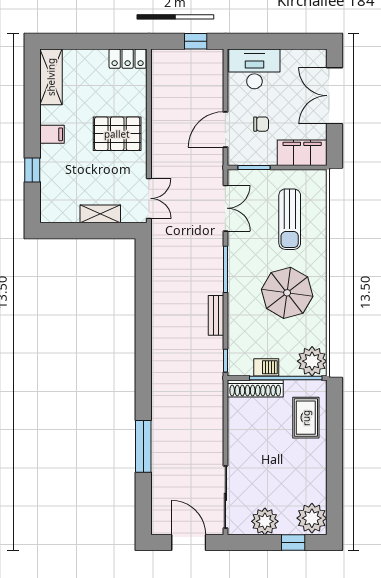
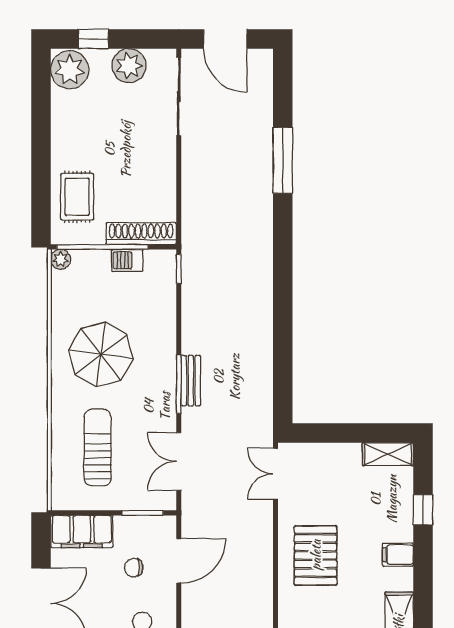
pallet: (117, 134) -> (316, 555), turned 90
shelving: (100, 214) -> (388, 454), moved
bench: (216, 315) -> (191, 381), moved
plant: (312, 361) -> (61, 259), width x0.53, depth x0.53

